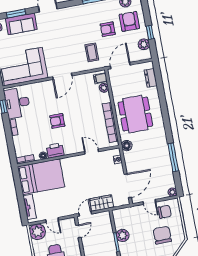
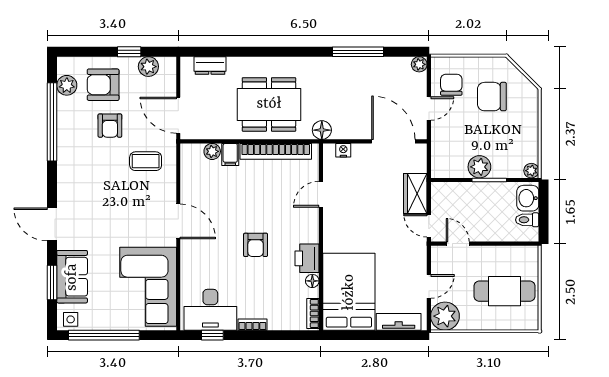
filing cabinet: (100, 78) -> (230, 154), moved

